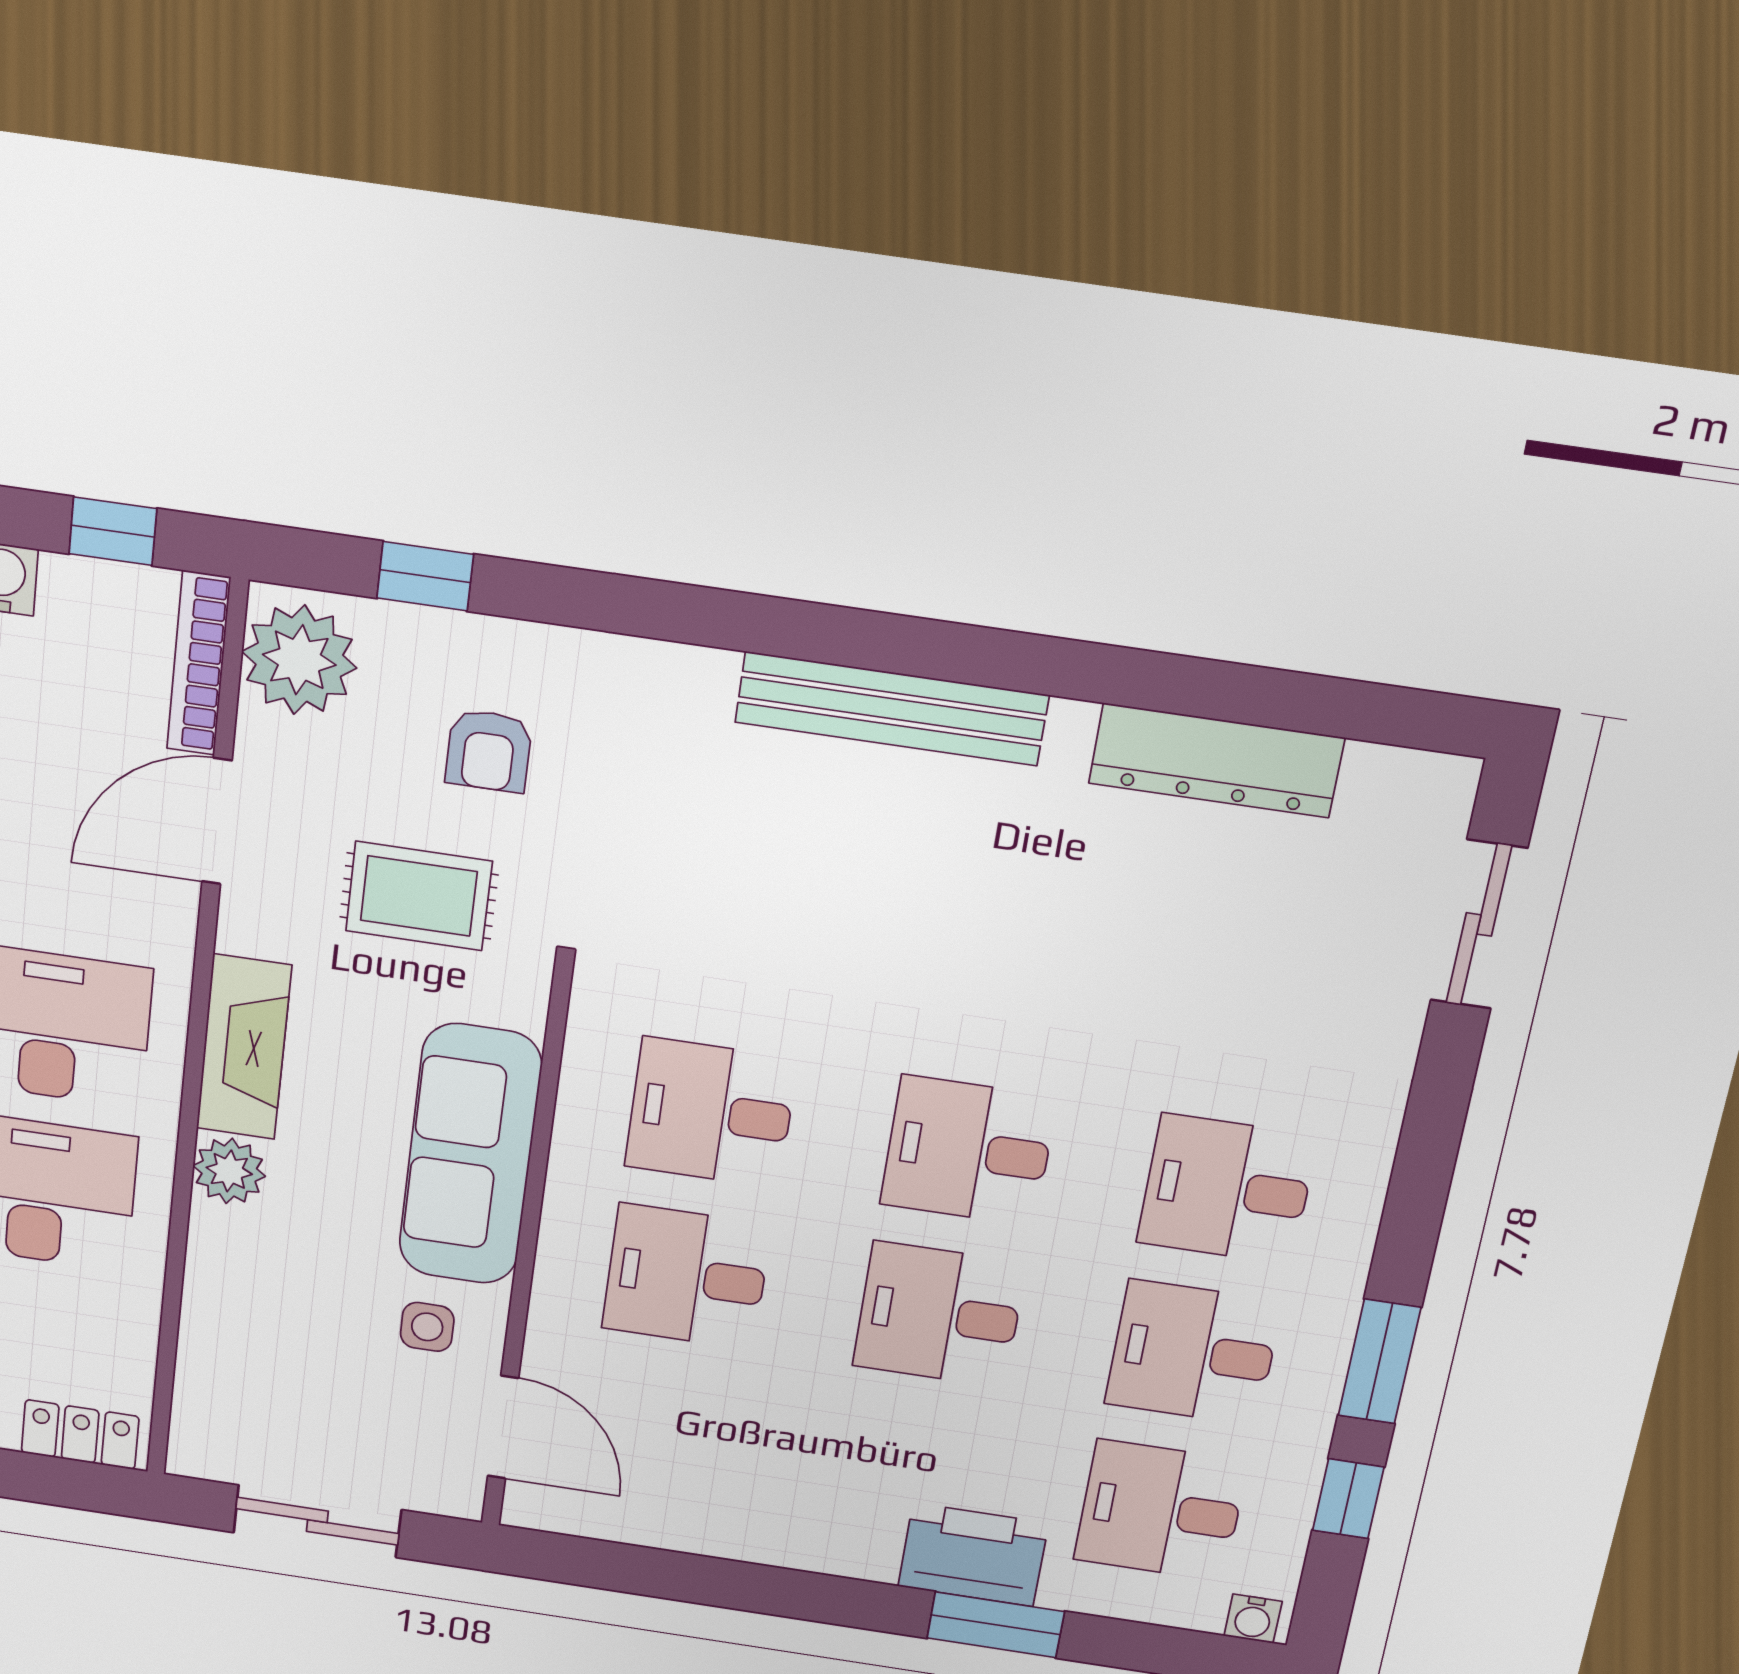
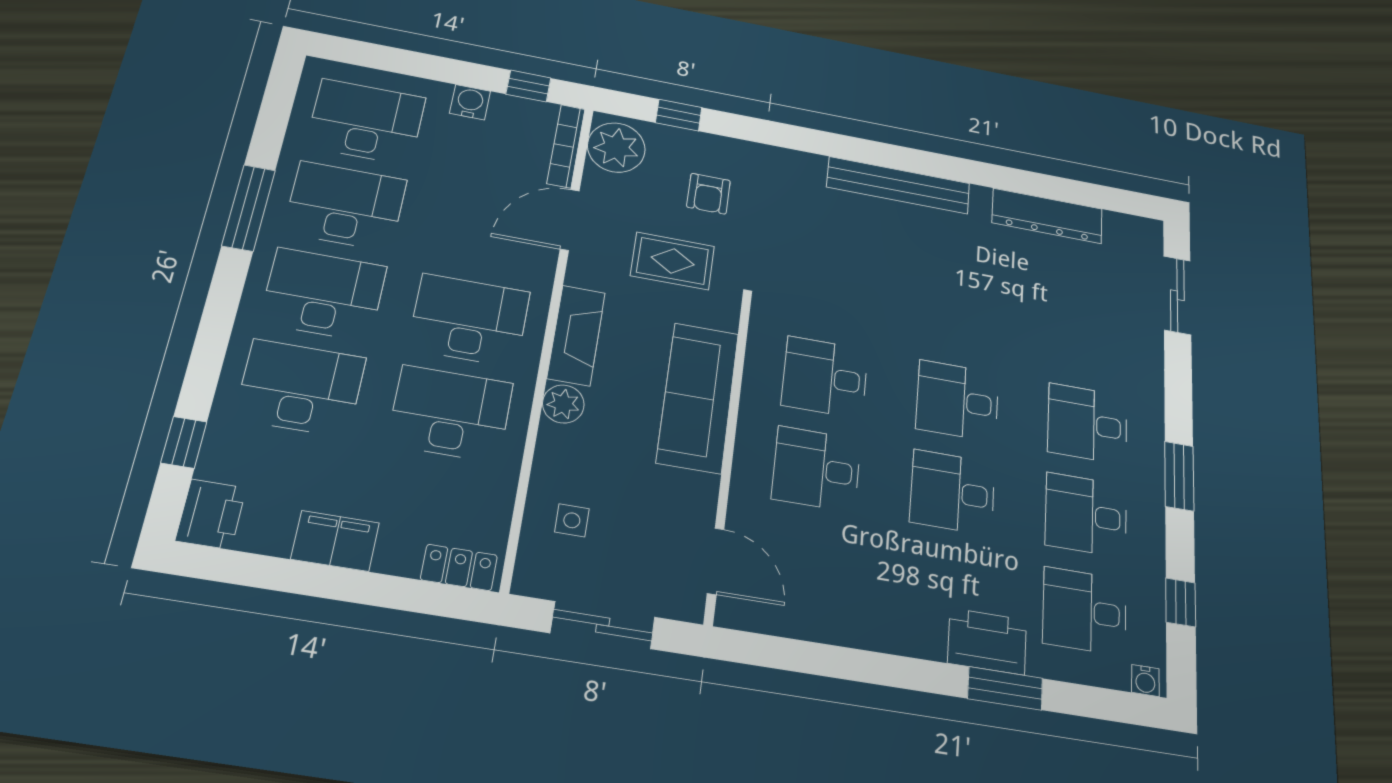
side table: (427, 1327) -> (572, 520), moved
window: (1379, 1362) -> (1179, 476), moved

